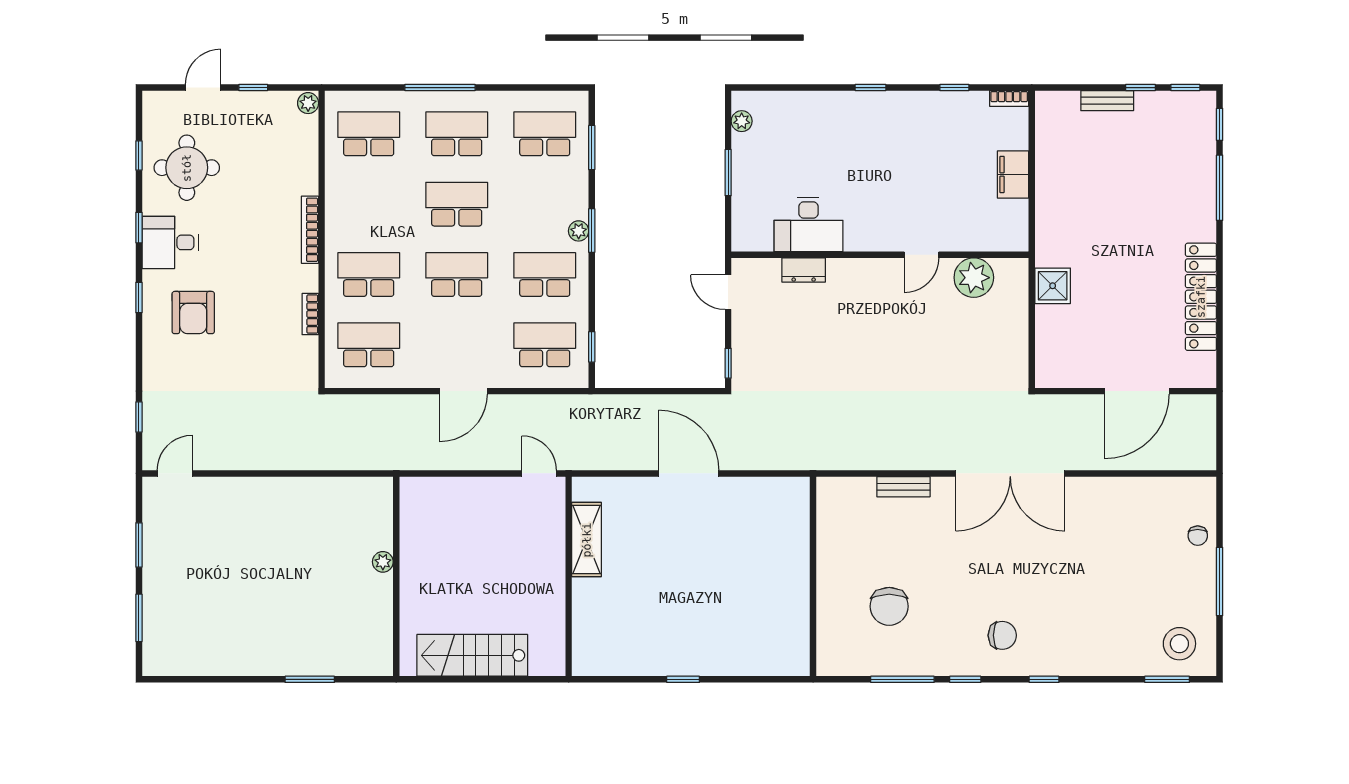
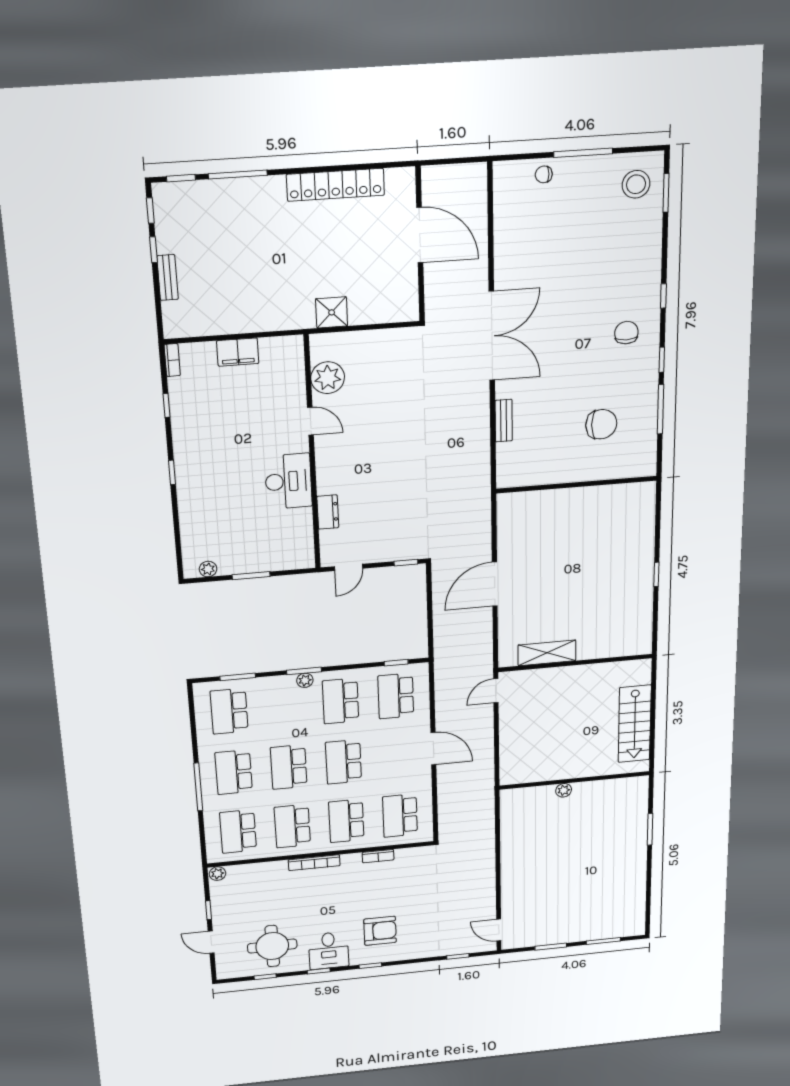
school desk: (369, 204) -> (292, 826), added
desk: (808, 225) -> (288, 481), moved
chair: (1198, 536) -> (544, 174), turned 180

